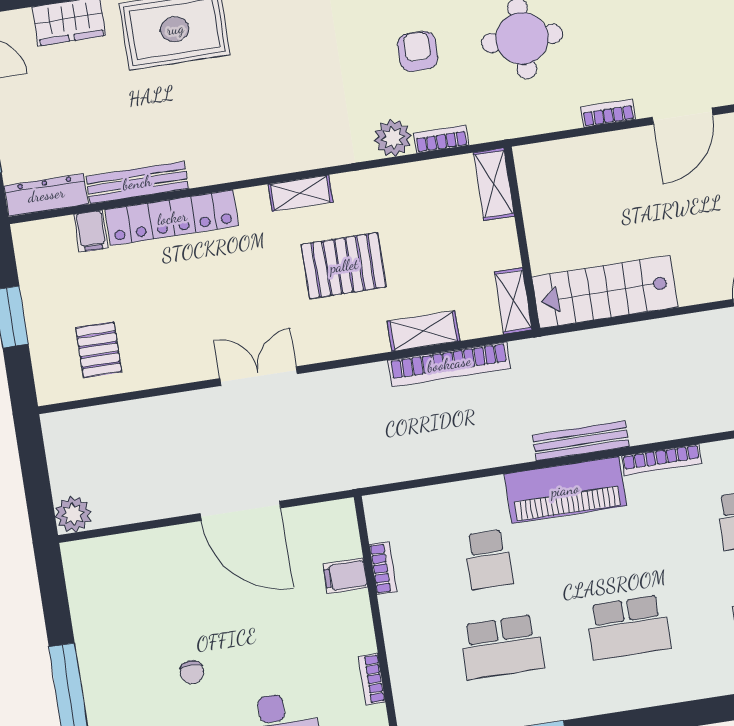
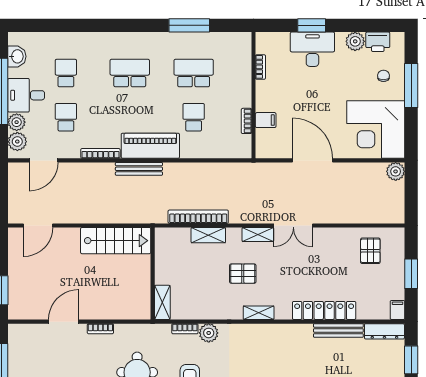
filing cabinet: (91, 231) -> (398, 310), moved
pallet: (344, 266) -> (243, 274), width x0.67, depth x0.71
shelving: (513, 301) -> (258, 235), moved, turned 90
corner desk: (125, 591) -> (376, 129), added
chair: (192, 672) -> (383, 76), moved

